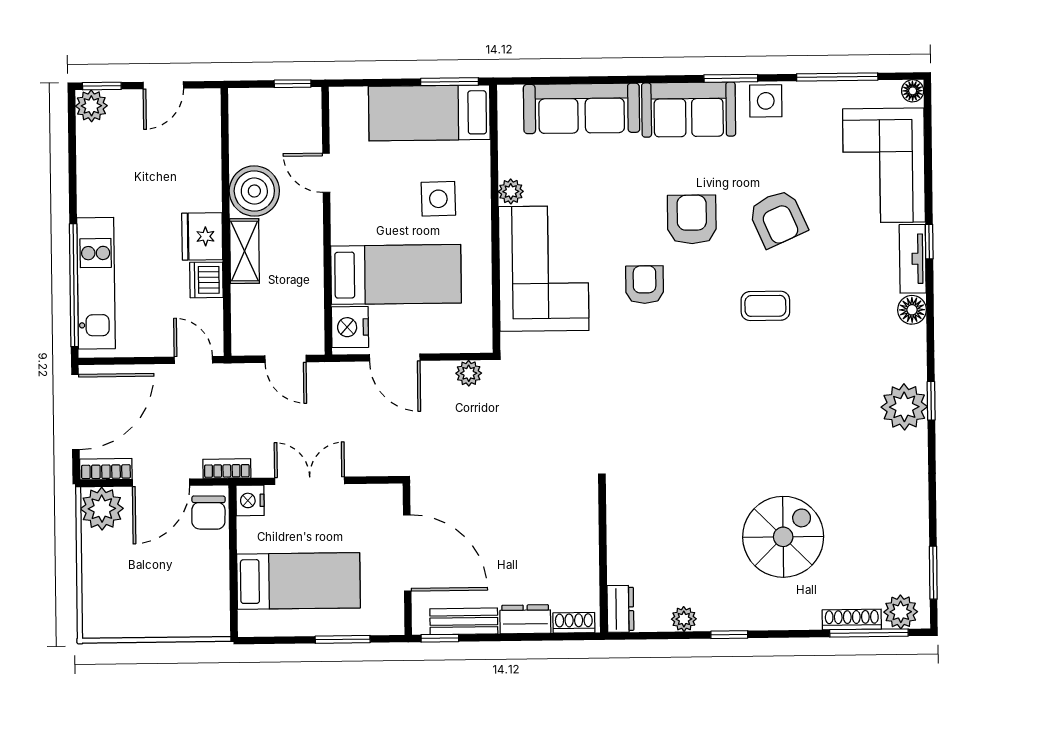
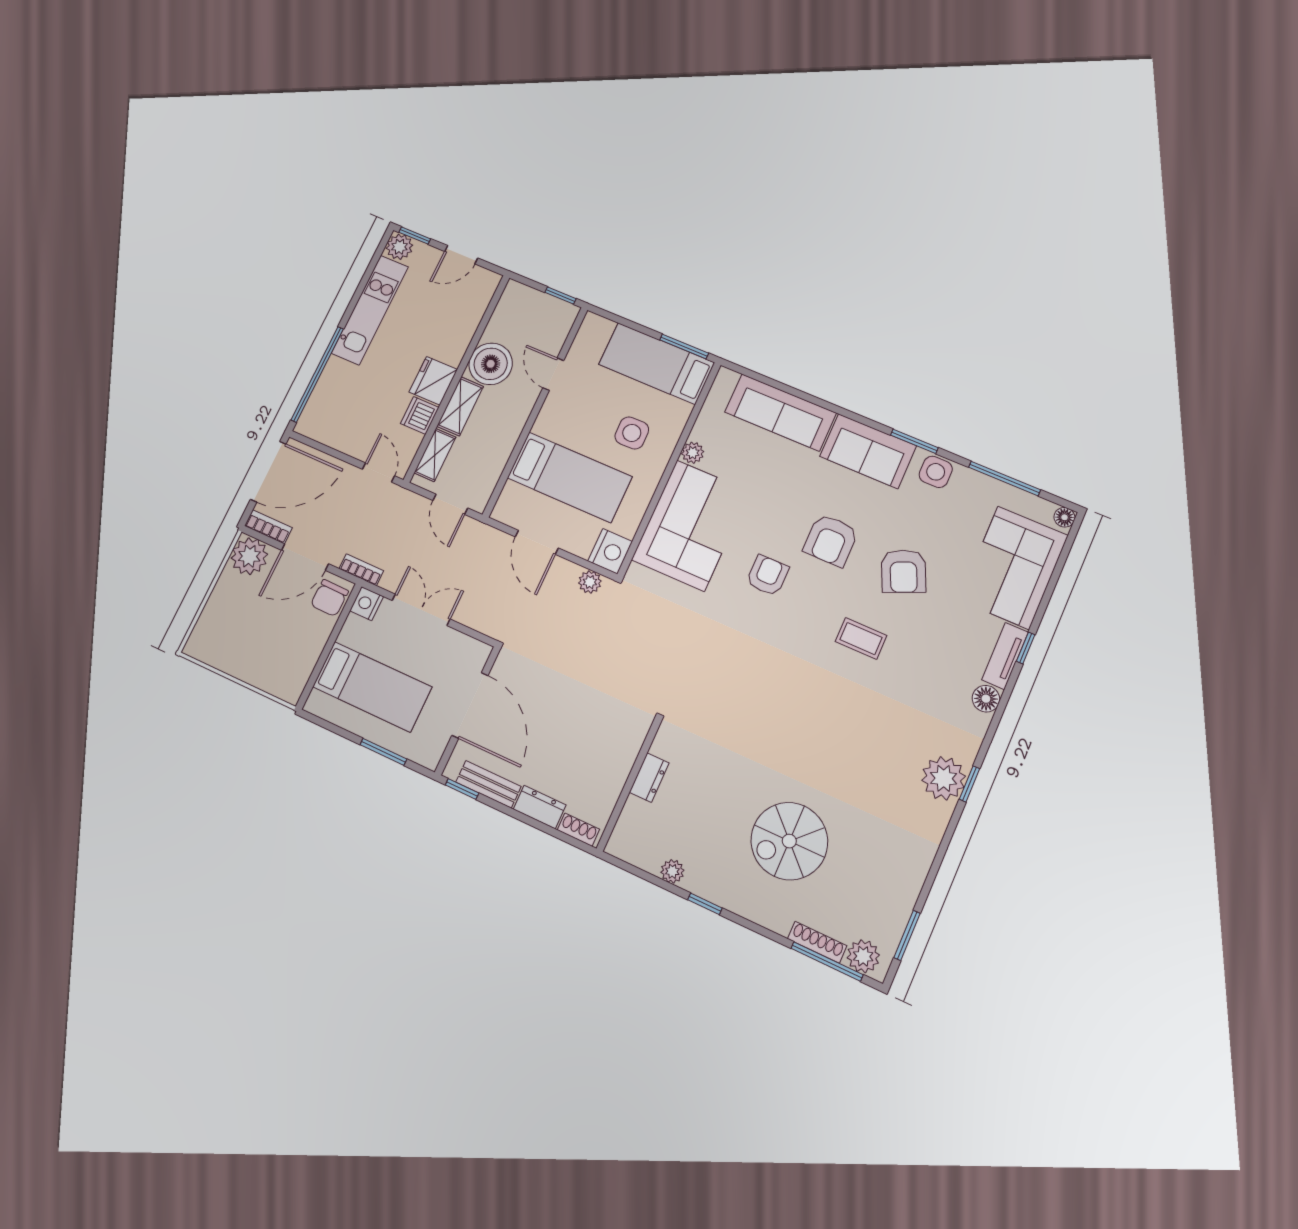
armchair: (692, 219) -> (831, 540), turned 180
kitchen unit: (96, 283) -> (370, 310), moved
shelving: (244, 315) -> (435, 455), added
nightstand: (350, 327) -> (610, 551), moved, turned 180
spiral stairs: (783, 537) -> (789, 841), turned 180
dresser: (620, 609) -> (649, 778), moved

